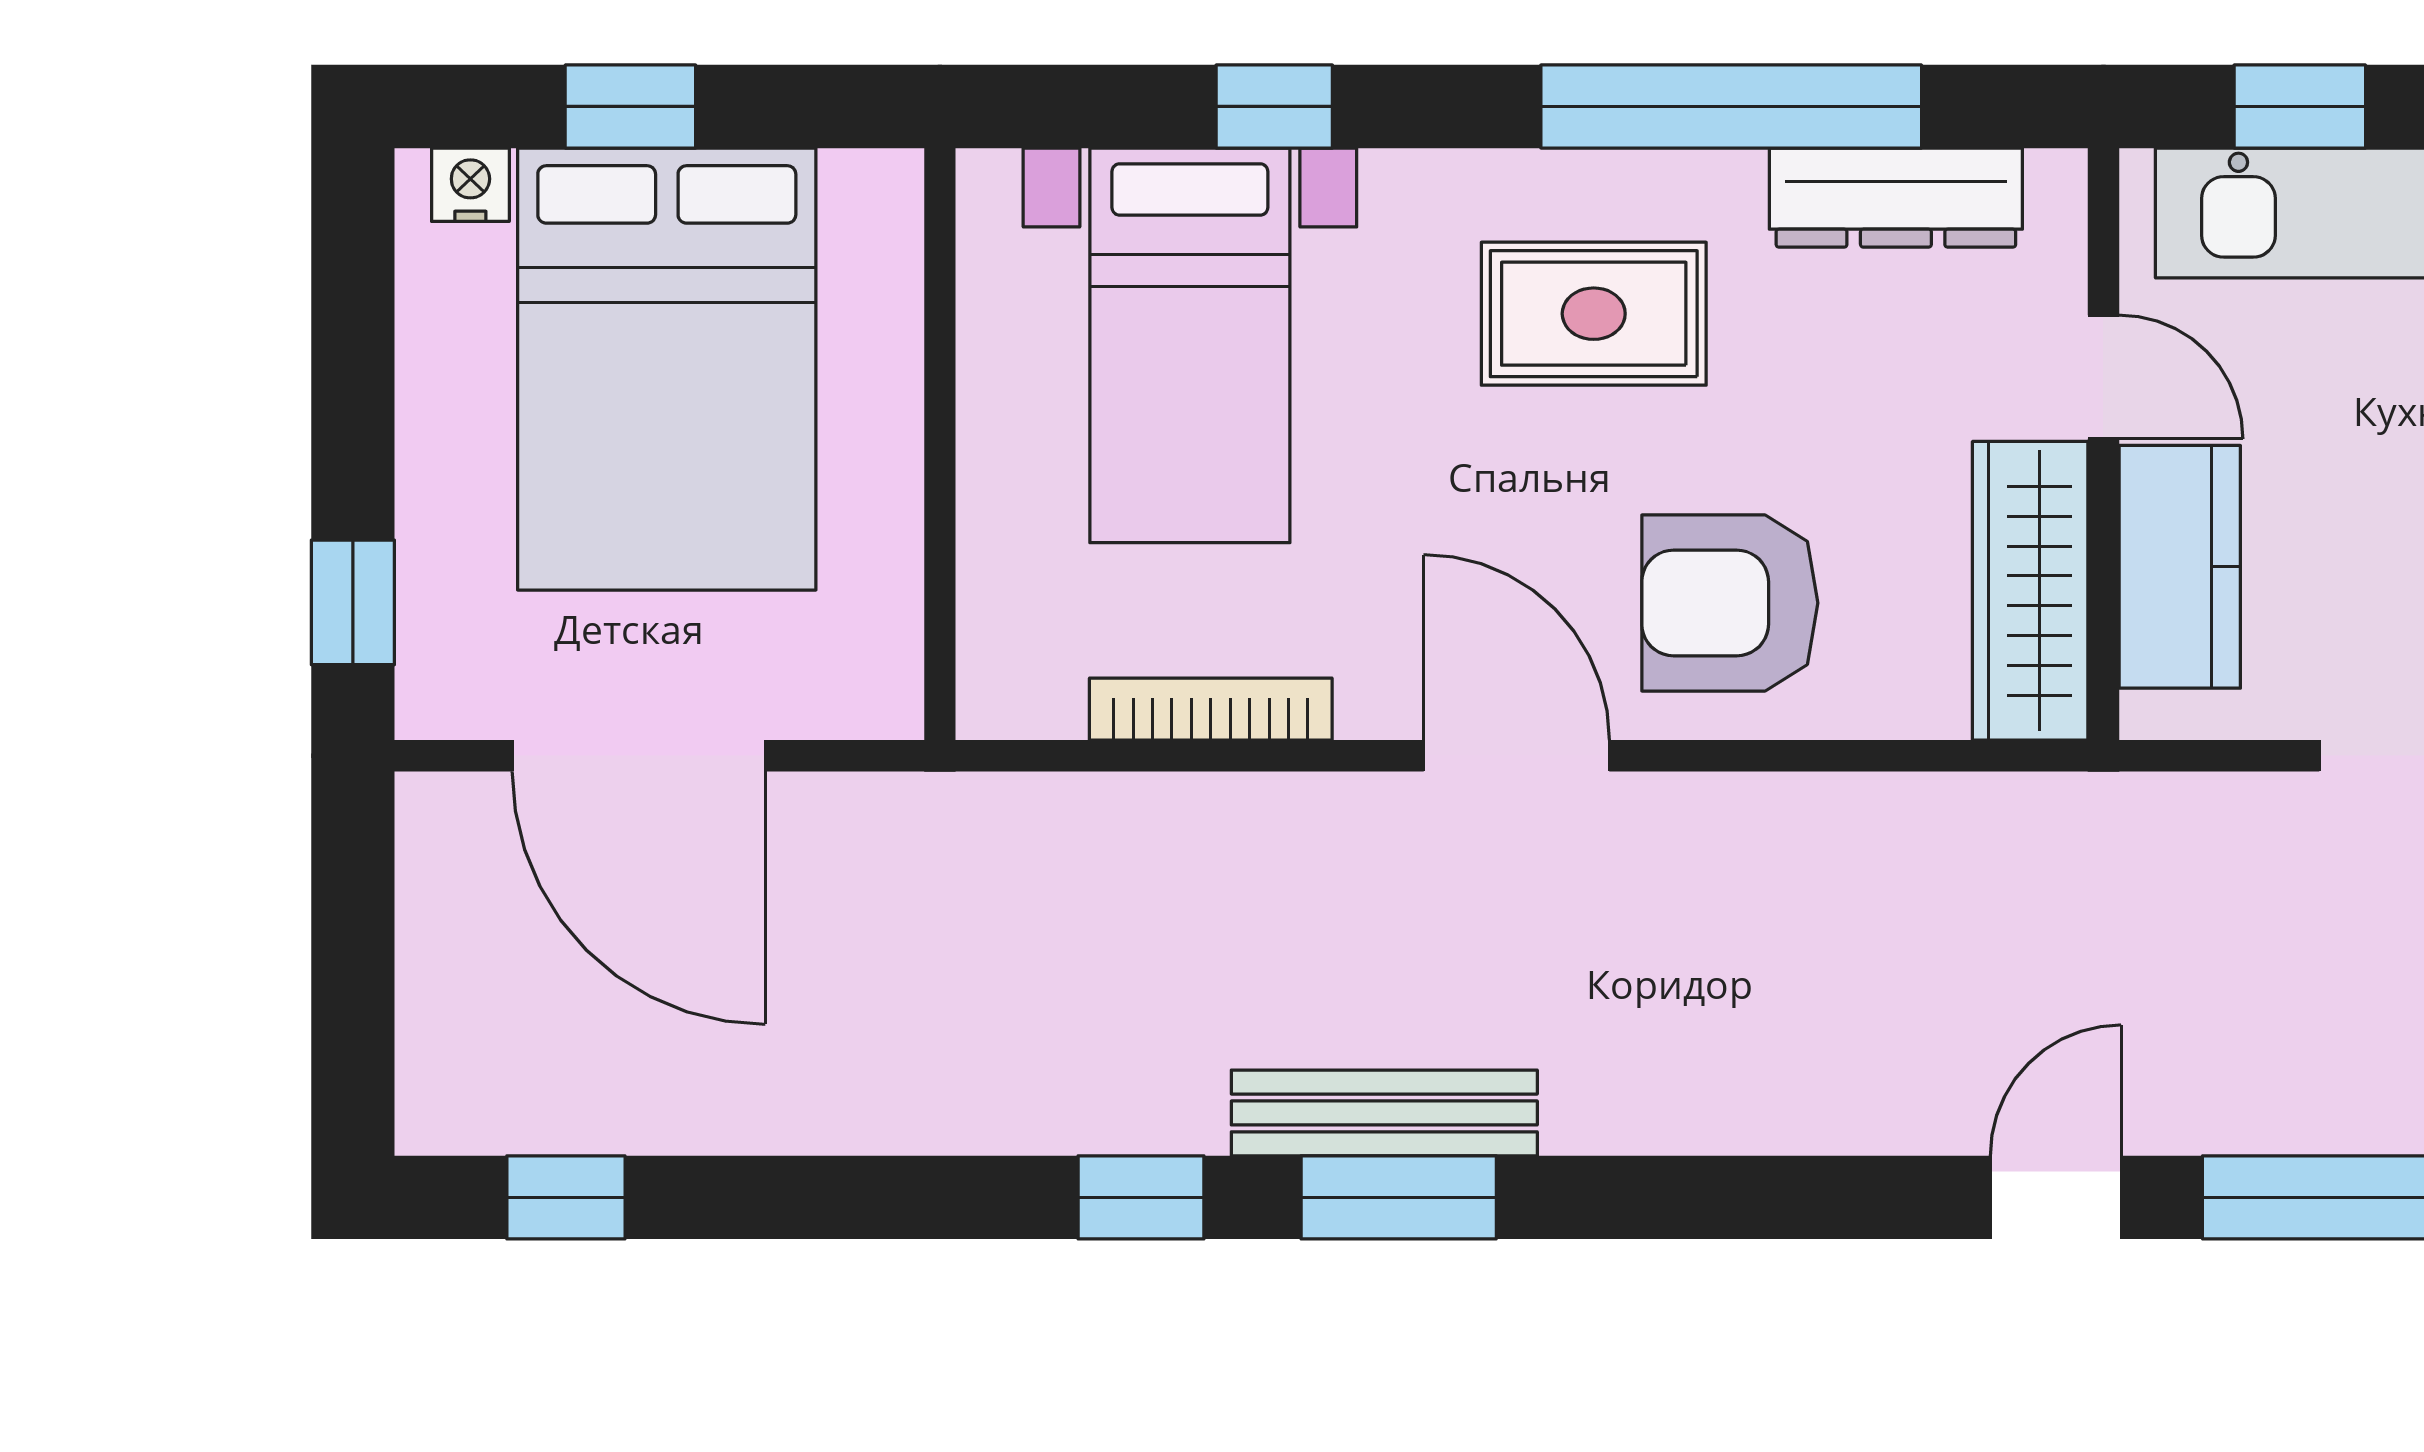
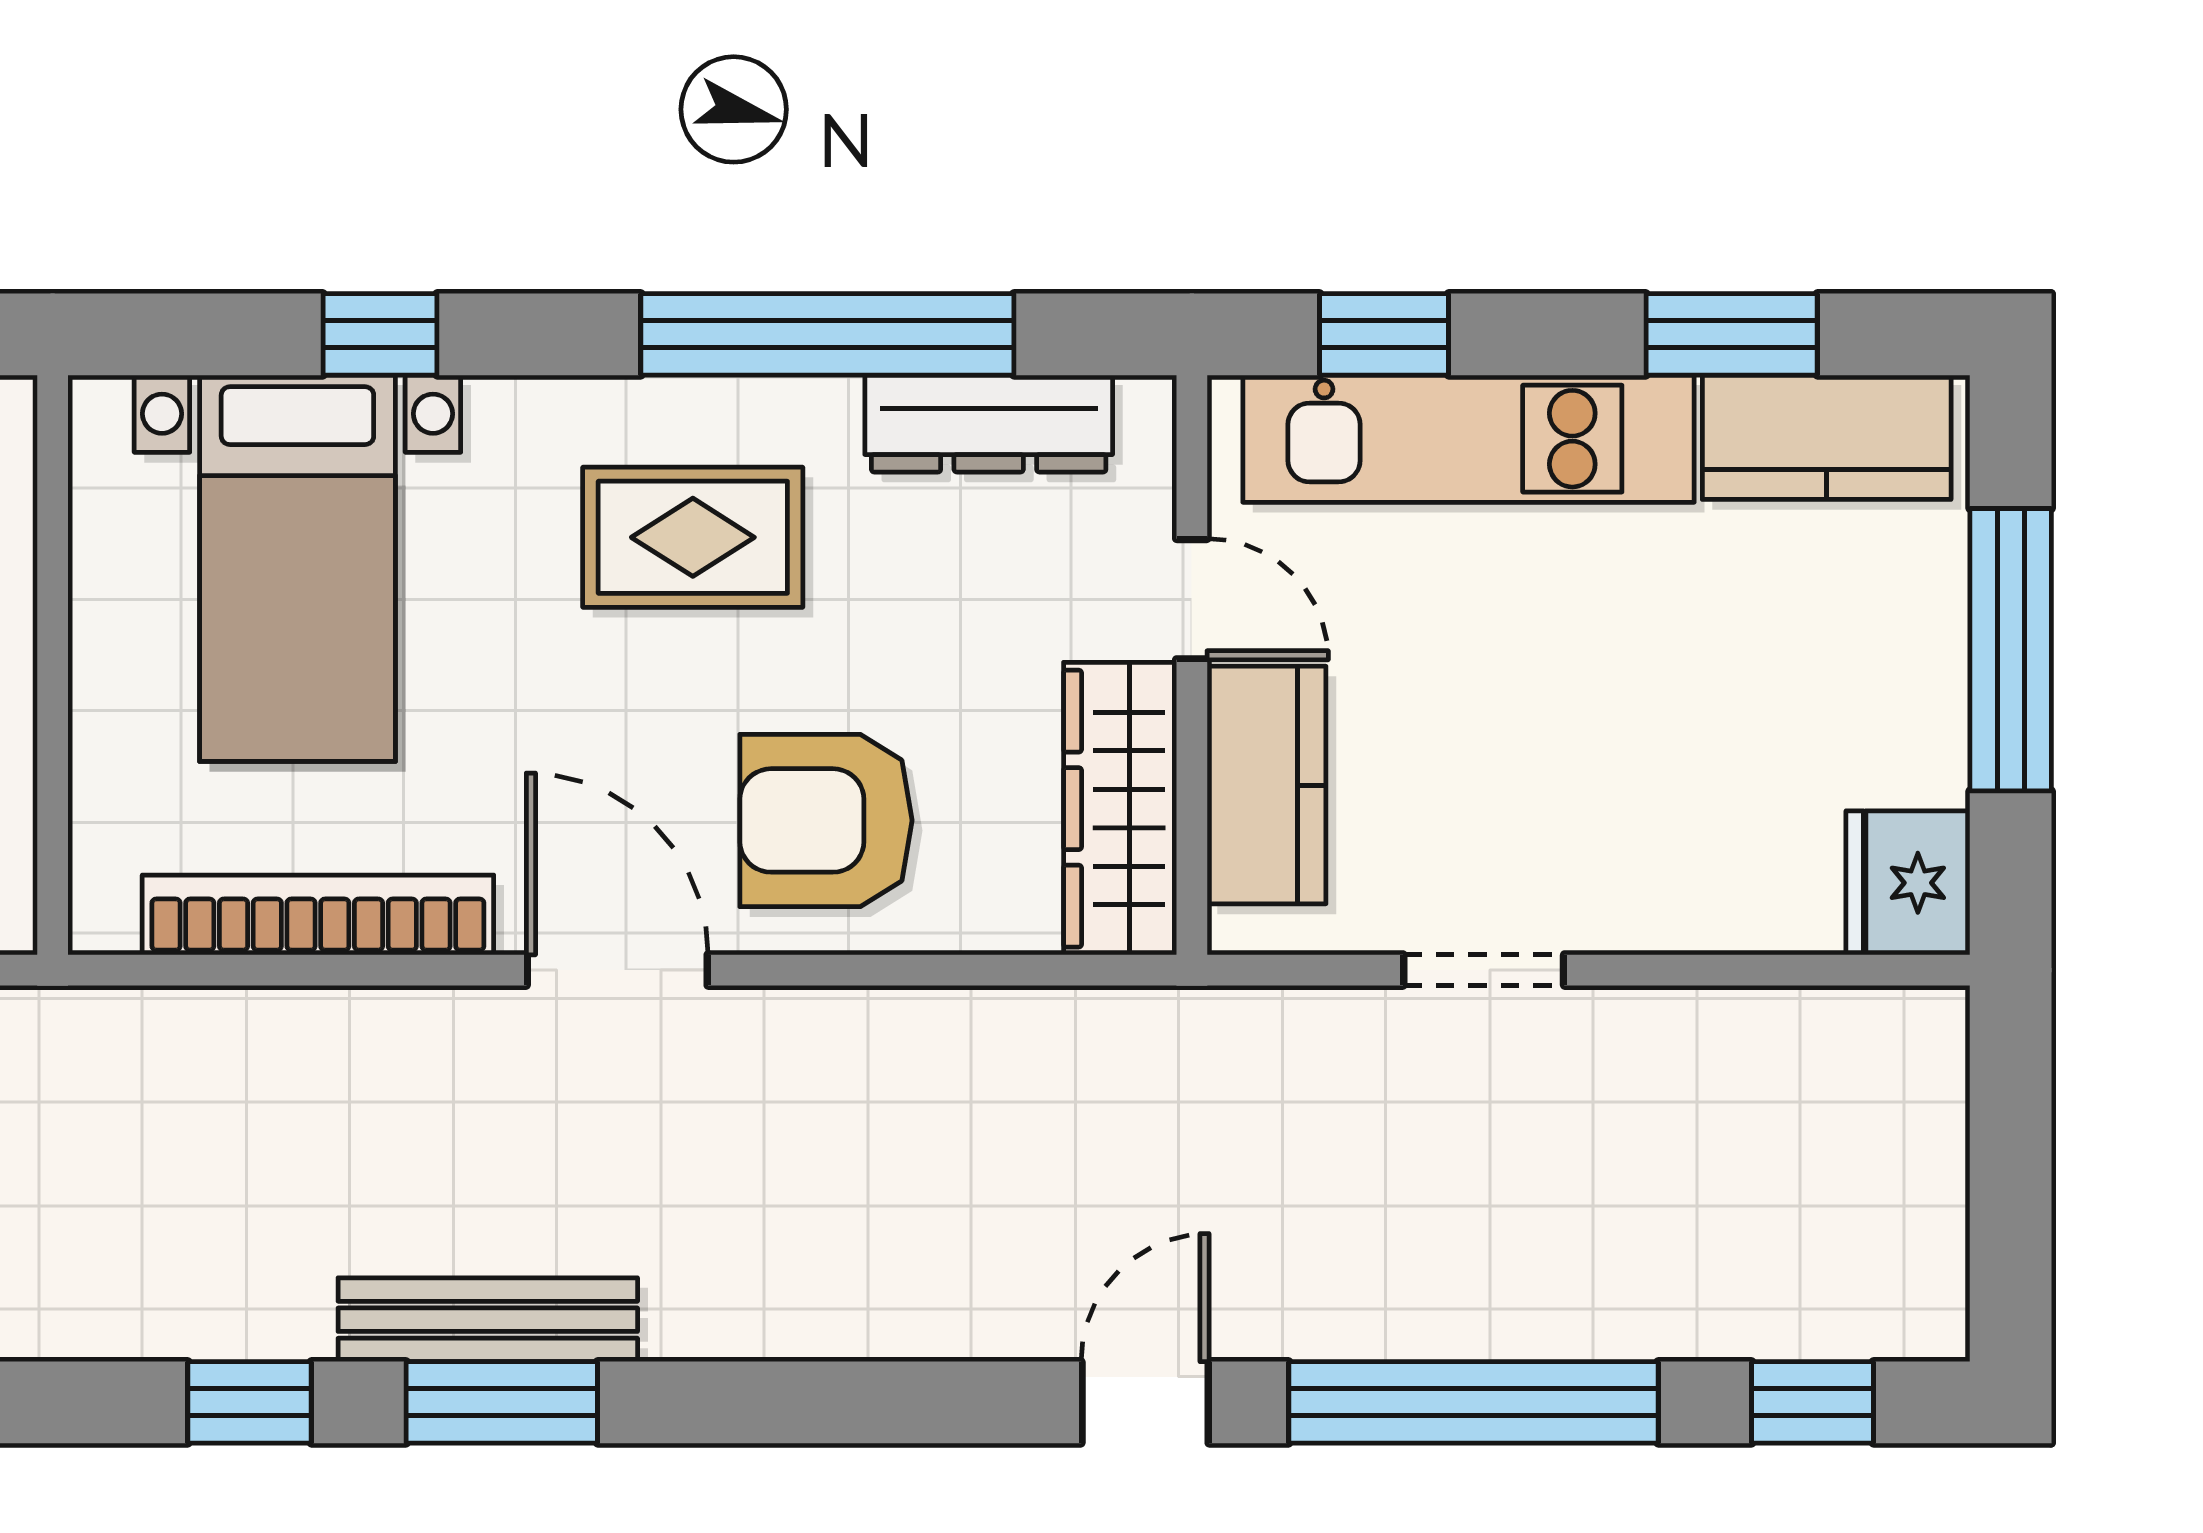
bookcase: (1211, 709) -> (318, 915), width x1.48, depth x1.31

